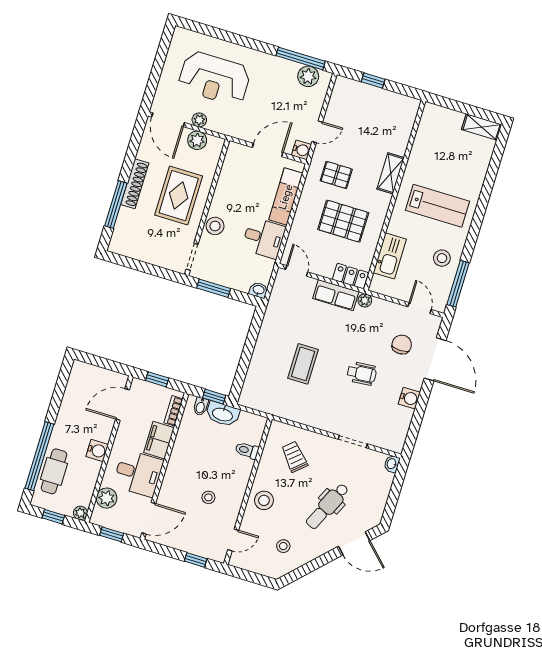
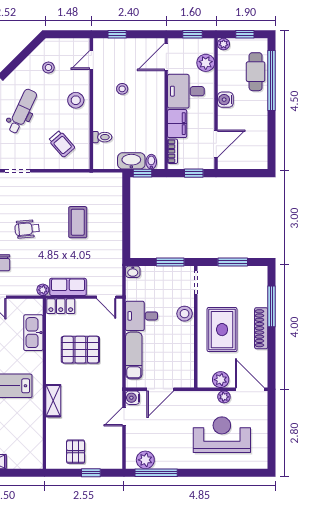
pallet: (336, 175) -> (76, 452), moved, turned 90
window: (144, 267) -> (233, 262), added

